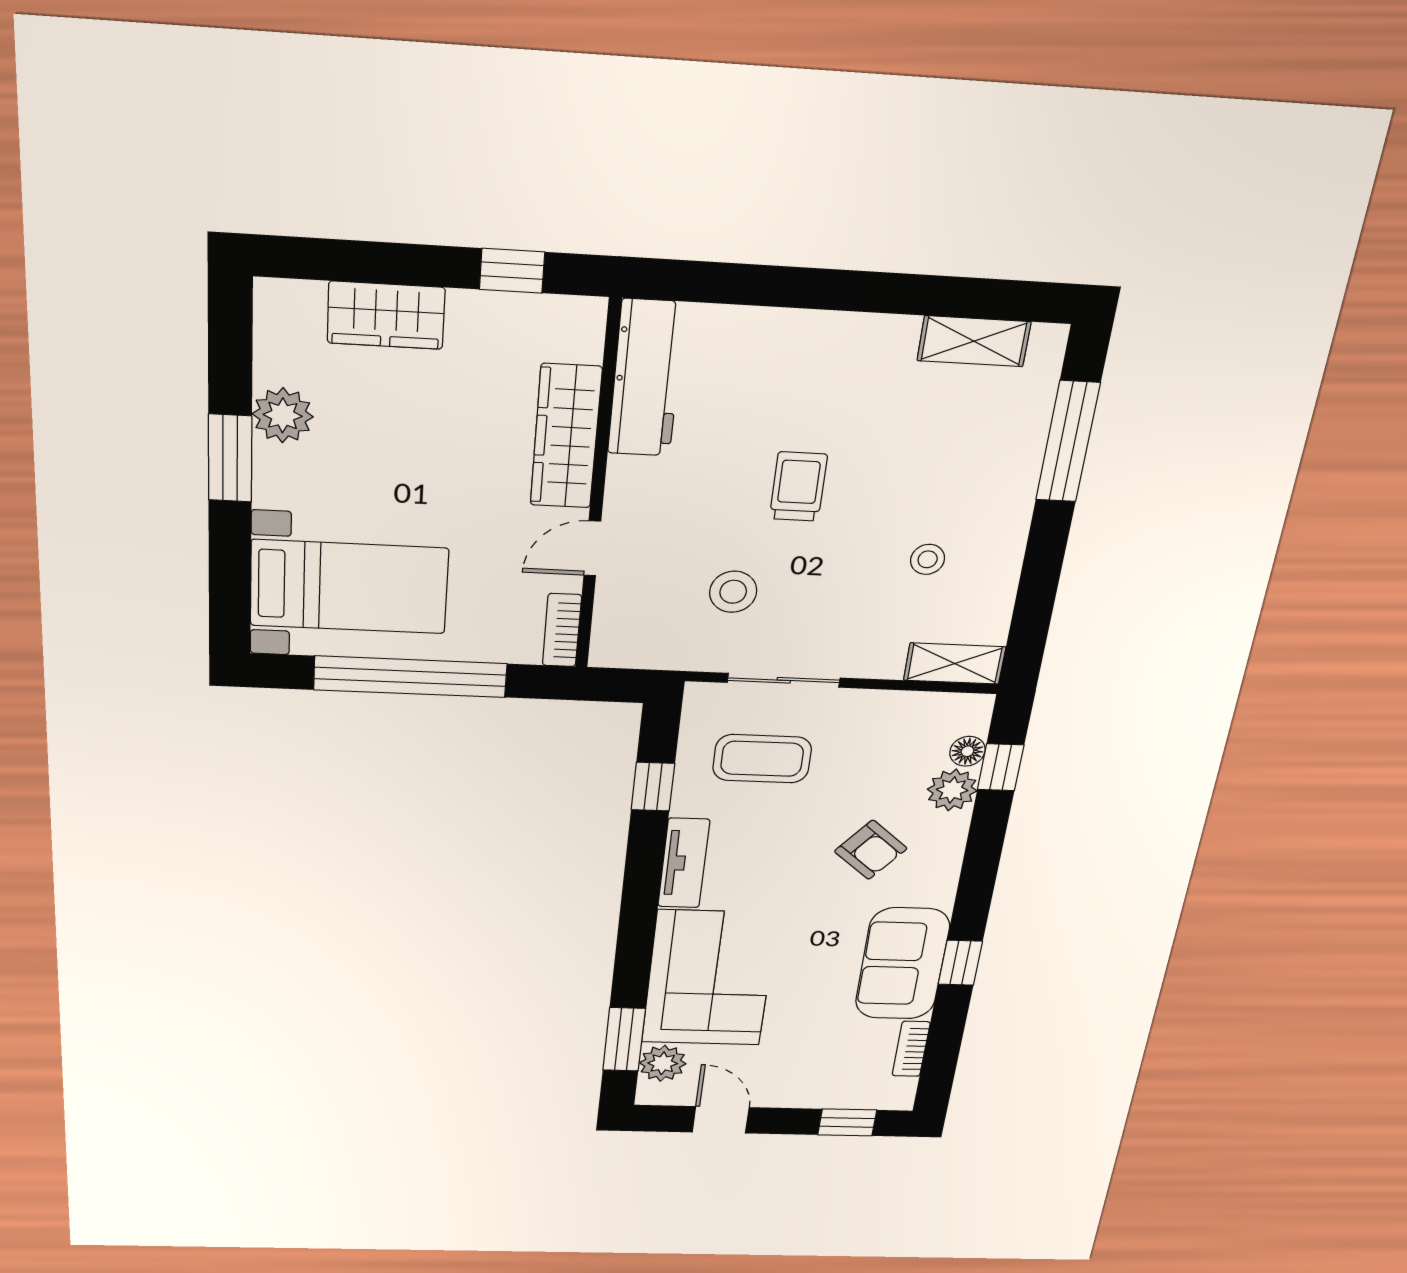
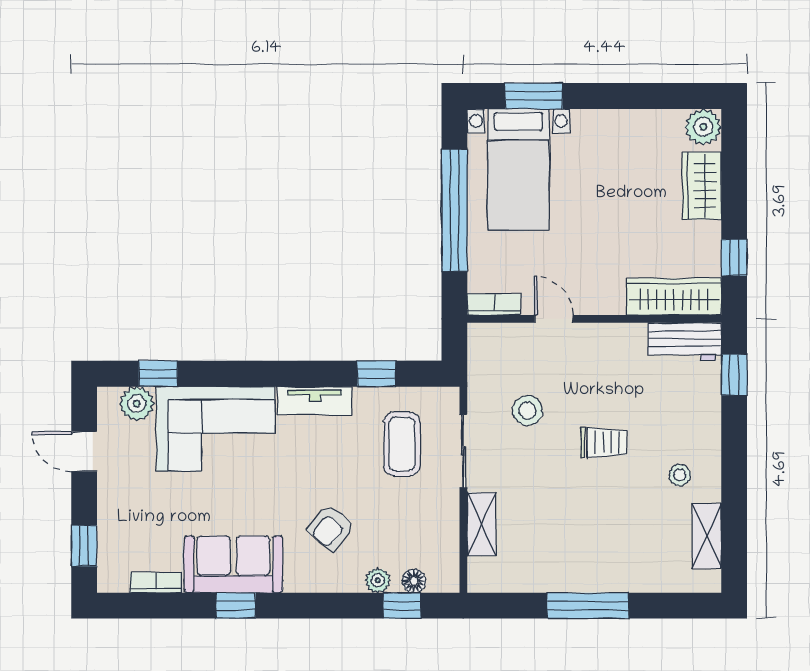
window: (713, 283) -> (734, 375), added
workbench: (646, 378) -> (685, 342), width x0.73
plant: (283, 415) -> (703, 127), moved
wardrobe: (566, 437) -> (674, 297), moved
window: (1068, 442) -> (588, 606), moved
window: (230, 458) -> (534, 96), moved
stool: (928, 559) -> (680, 475), moved
shelving: (955, 664) -> (481, 524), moved
plant: (952, 790) -> (378, 580), width x0.73, depth x0.73
window: (624, 1039) -> (158, 374), width x0.67
door: (721, 1120) -> (84, 452), swing flipped

